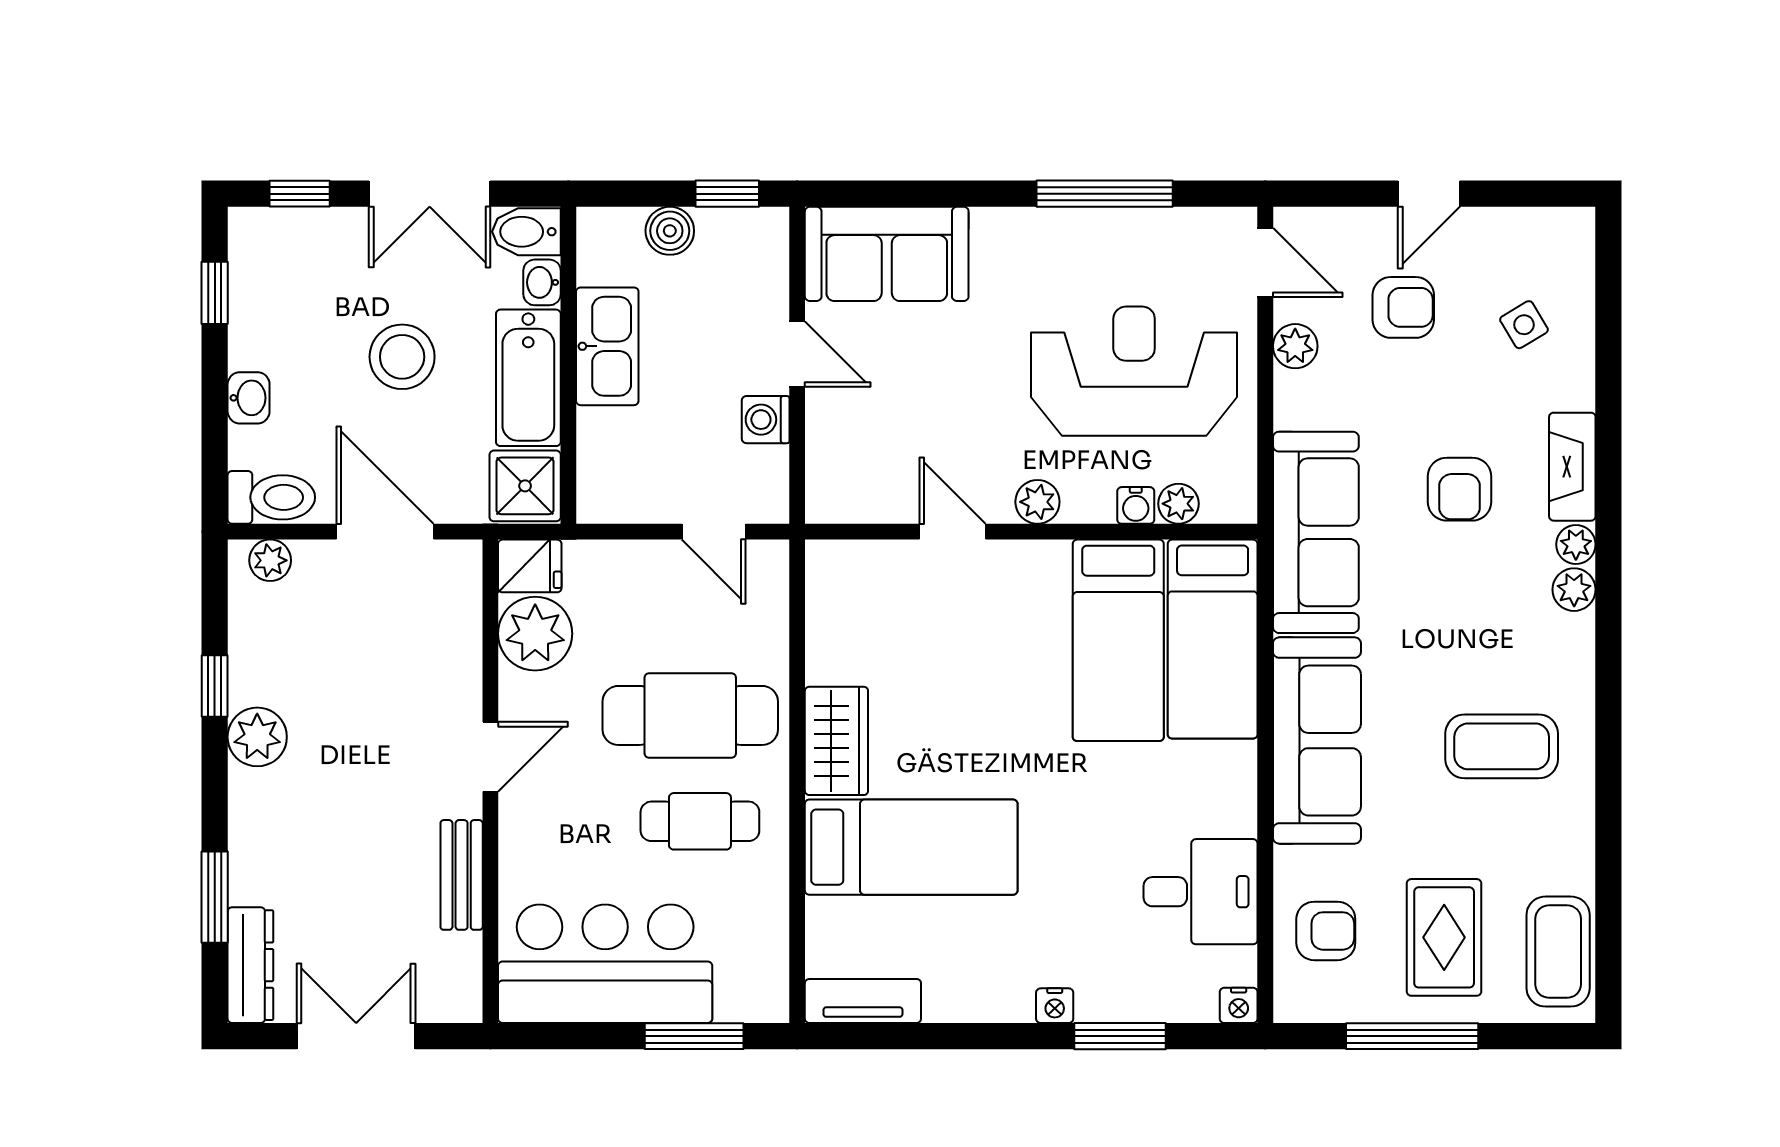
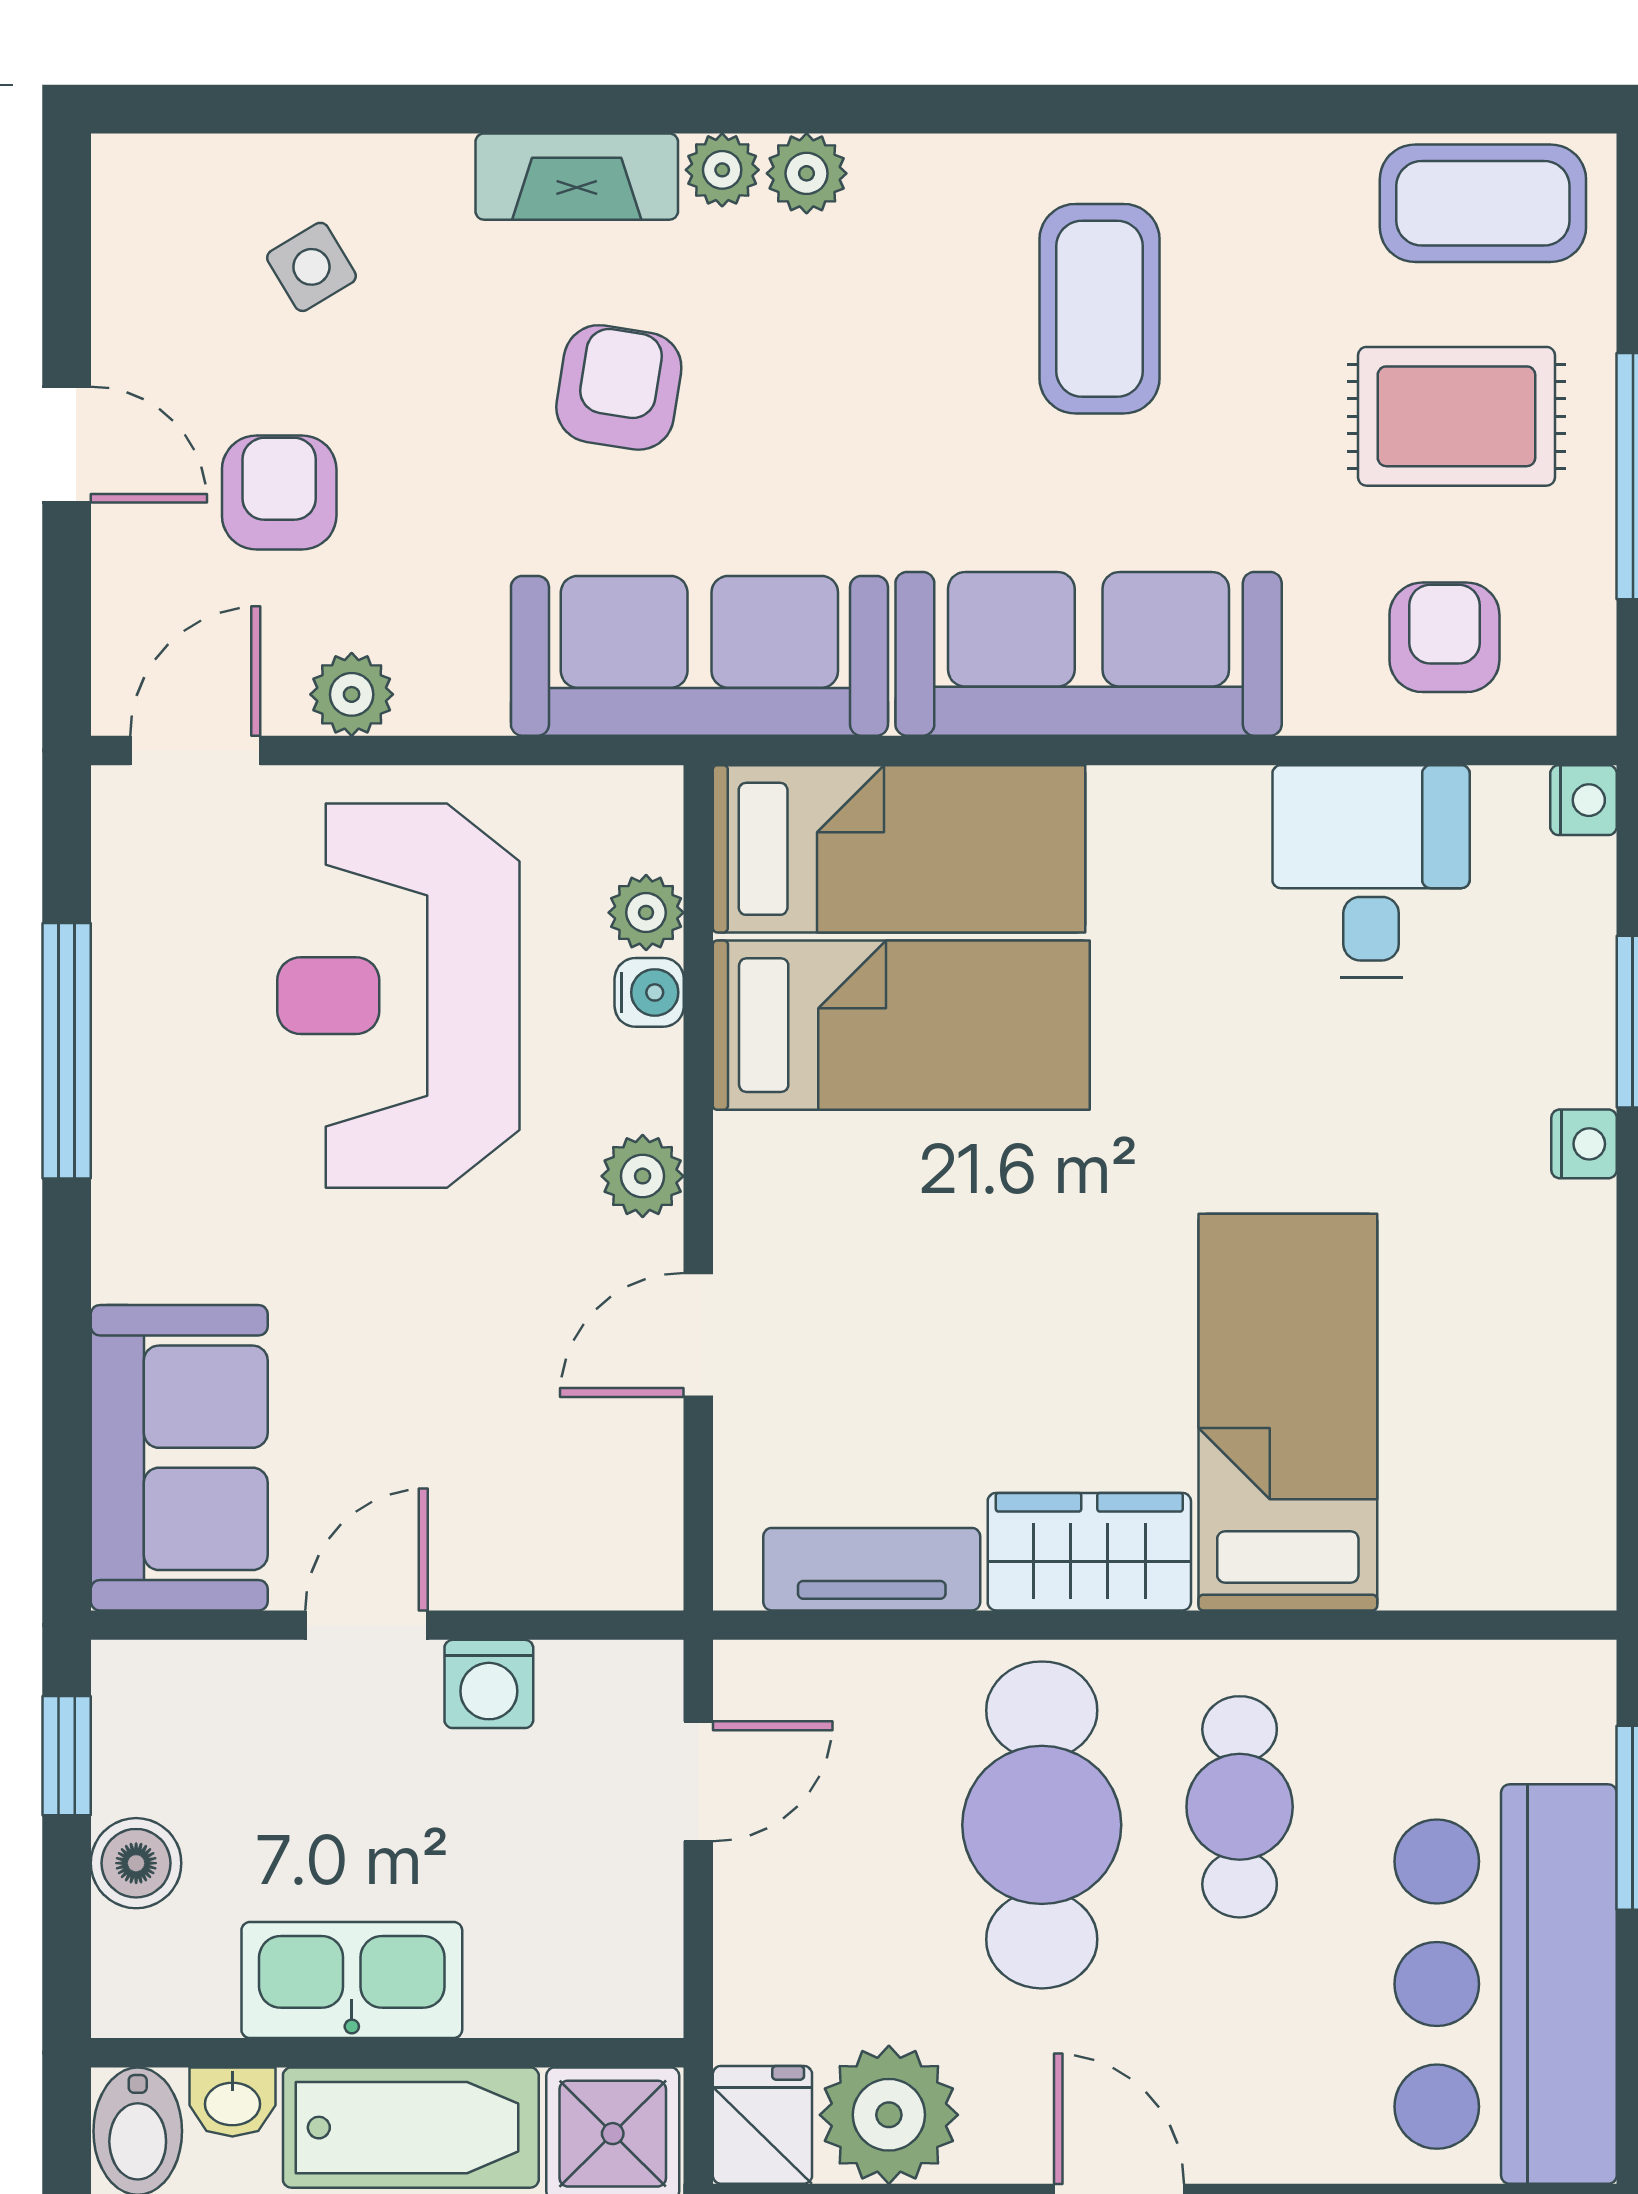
armchair: (1459, 489) -> (619, 387), turned -81
tv unit: (863, 1001) -> (872, 1569), moved, turned 90

